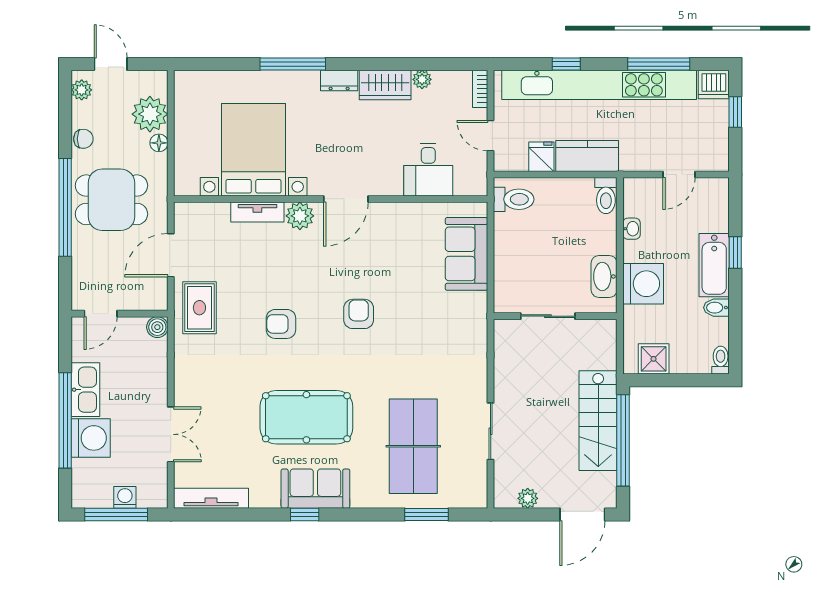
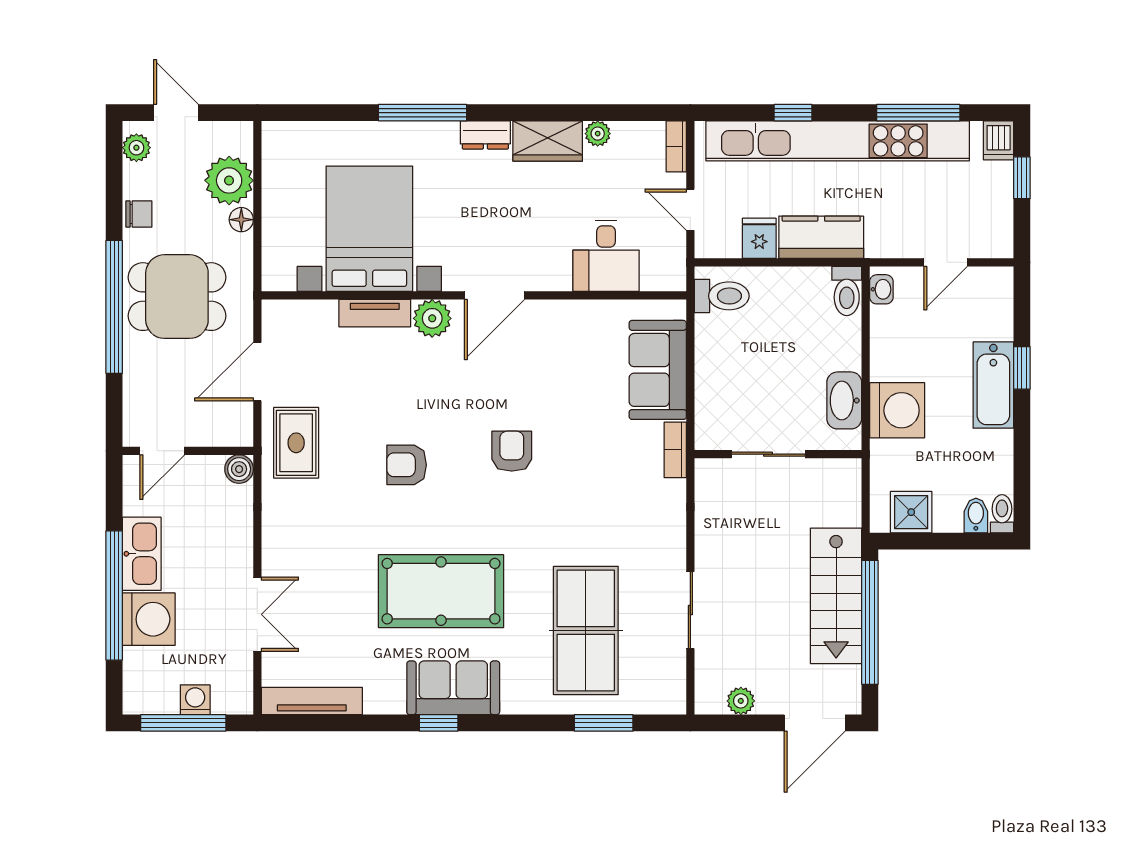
dishwasher: (714, 84) -> (999, 140), width x0.73
washbasin: (632, 229) -> (881, 289), moved
bidet: (716, 308) -> (976, 515), moved, turned 90
bookcase: (479, 313) -> (675, 450), added

